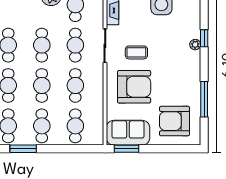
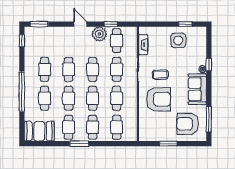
window: (204, 99) -> (209, 119), moved
sofa: (128, 133) -> (197, 89), moved, turned -90
window: (126, 149) -> (168, 144), moved

